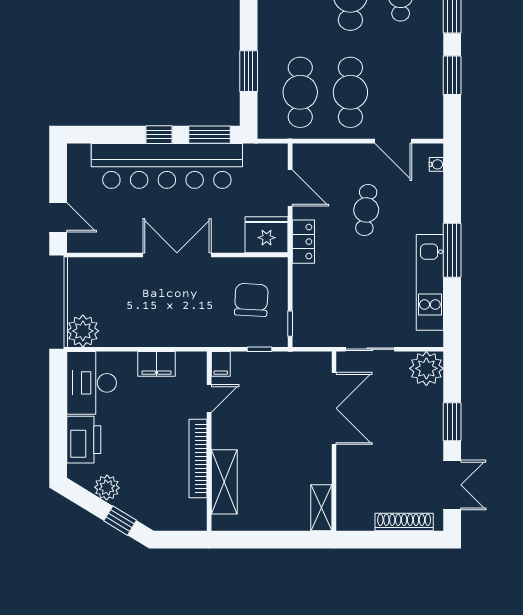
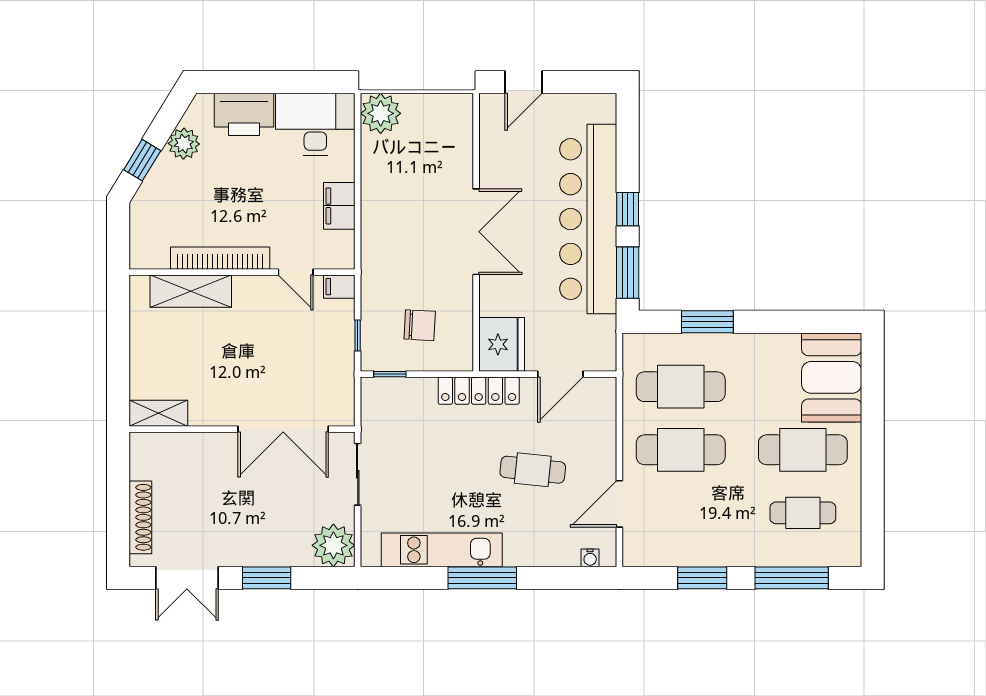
locker: (303, 242) -> (479, 391), width x1.53
chair: (251, 300) -> (420, 325), width x0.73, depth x0.73

